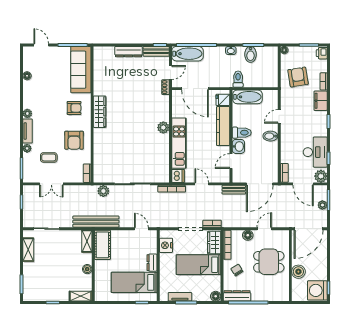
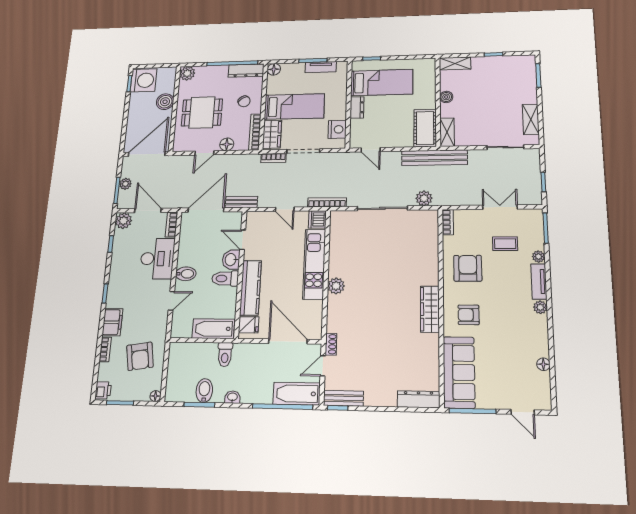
dresser: (129, 52) -> (418, 399), moved
desk: (315, 152) -> (157, 259), moved, turned 180
door: (231, 161) -> (243, 240), swing flipped
plant: (283, 295) -> (187, 73), added

